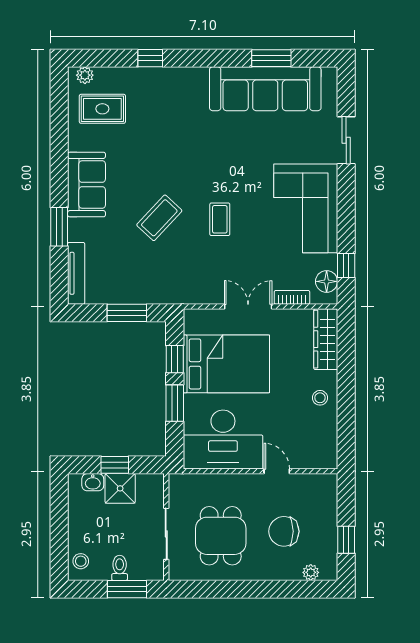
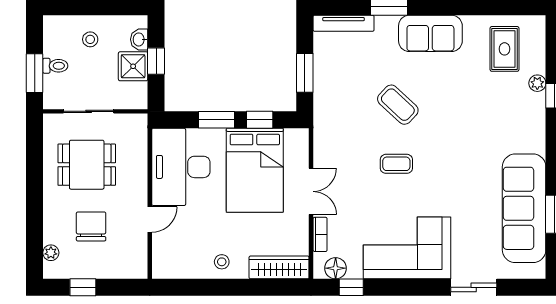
plant: (85, 75) -> (537, 83), moved
stool: (81, 561) -> (90, 39), moved

